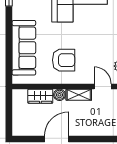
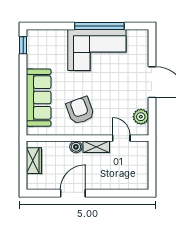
armchair: (64, 60) -> (80, 110), turned -110
wardrobe: (40, 96) -> (34, 161), moved, turned -90

